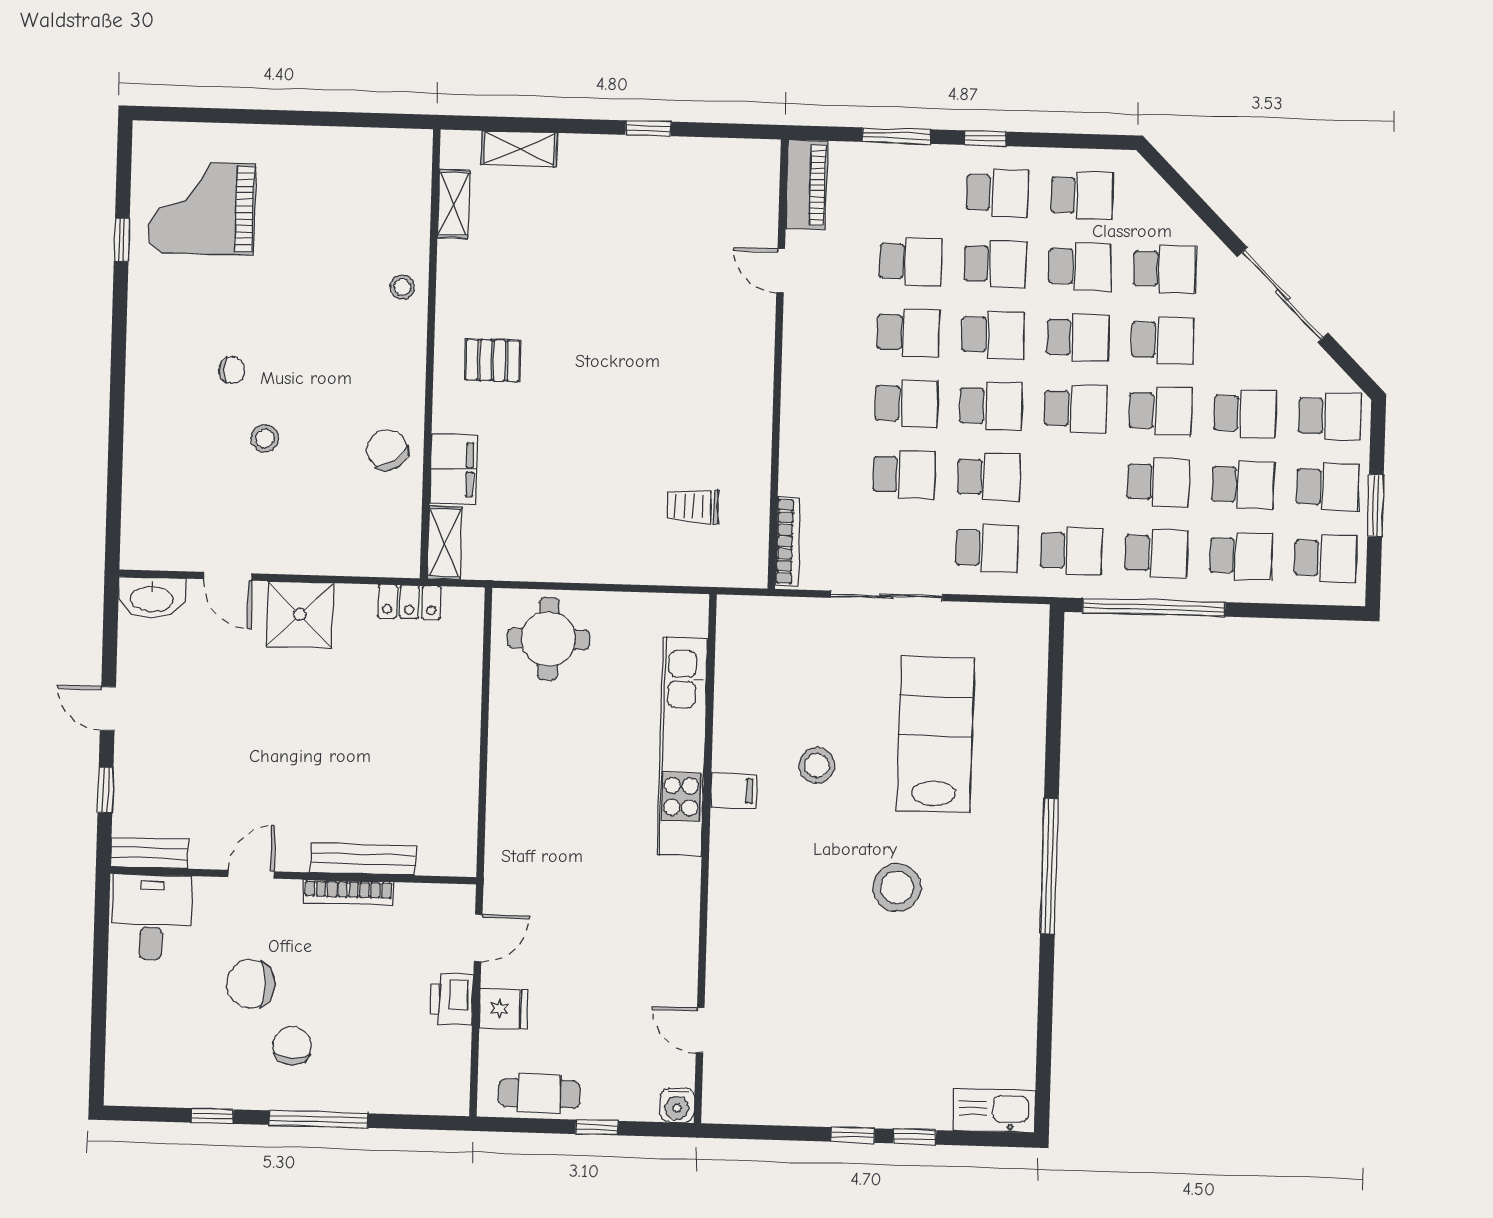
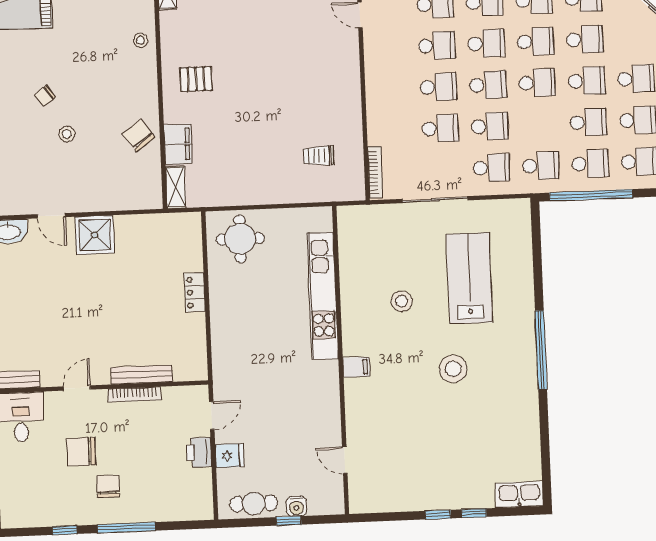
chair: (232, 370) -> (45, 96), turned 144
locker: (409, 602) -> (195, 292), moved, turned 90
filing cabinet: (734, 791) -> (356, 367), moved
water cooler: (677, 1105) -> (296, 506), moved

